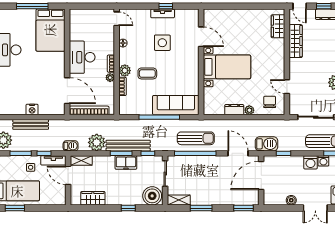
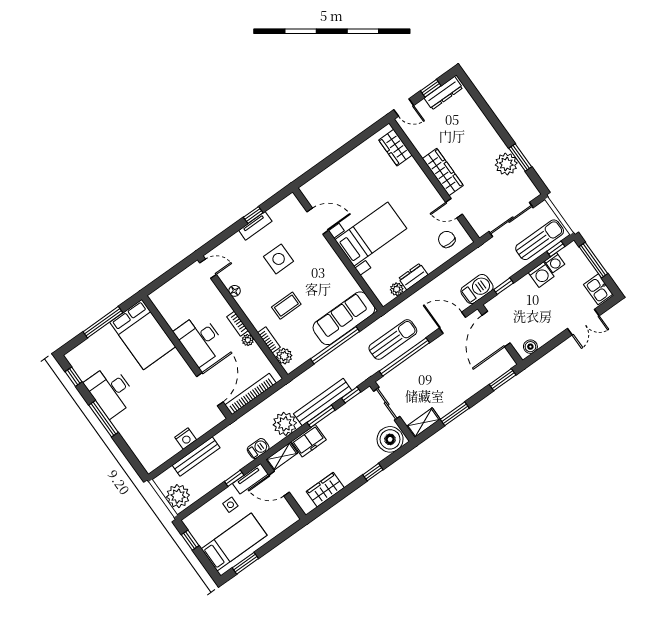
wardrobe: (296, 41) -> (443, 172), moved
plant: (125, 71) -> (284, 356), moved
door: (67, 91) -> (210, 389), hinge flipped
plant: (249, 110) -> (397, 289), moved
window: (21, 153) -> (208, 497), removed
freezer: (126, 163) -> (309, 441), moved
boiler: (291, 200) -> (530, 347), moved

